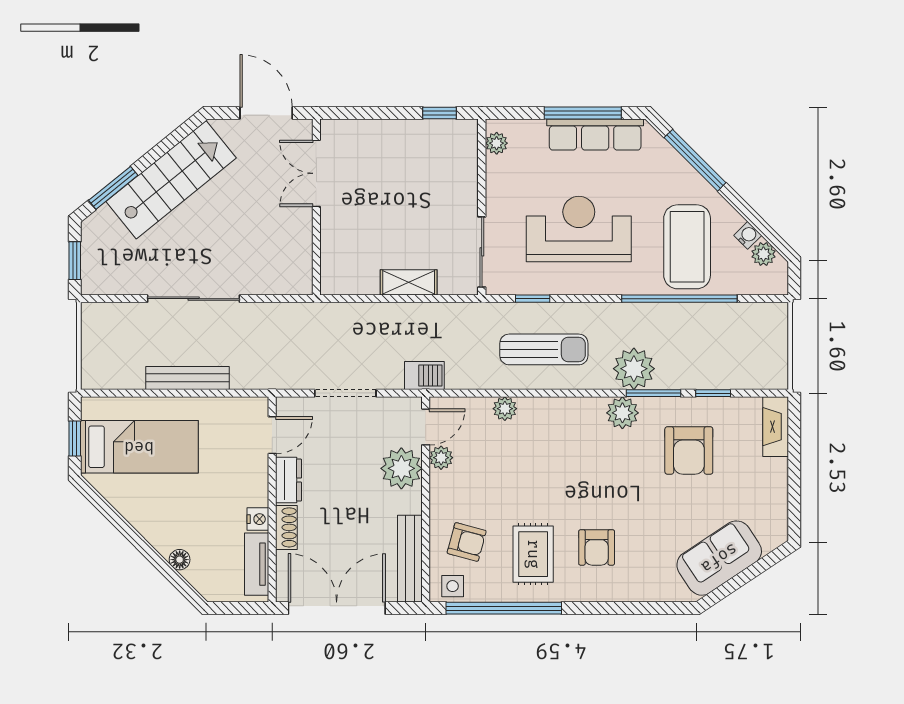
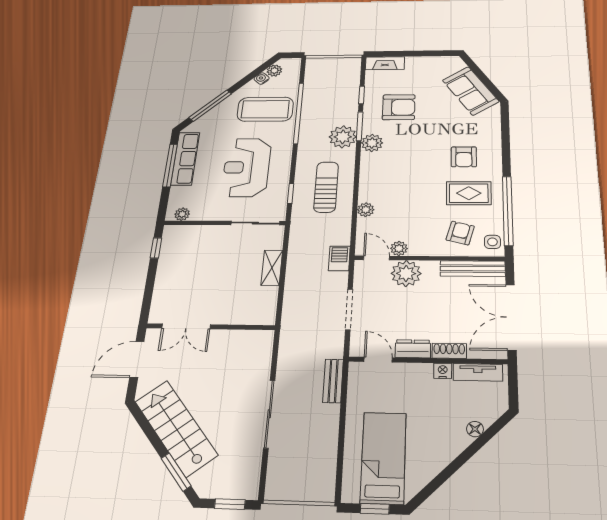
bench: (187, 378) -> (333, 381), moved, width x0.73
armchair: (597, 547) -> (464, 157), turned 90

